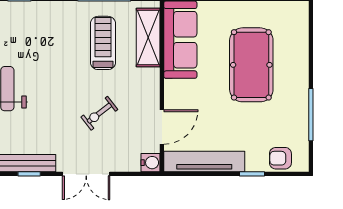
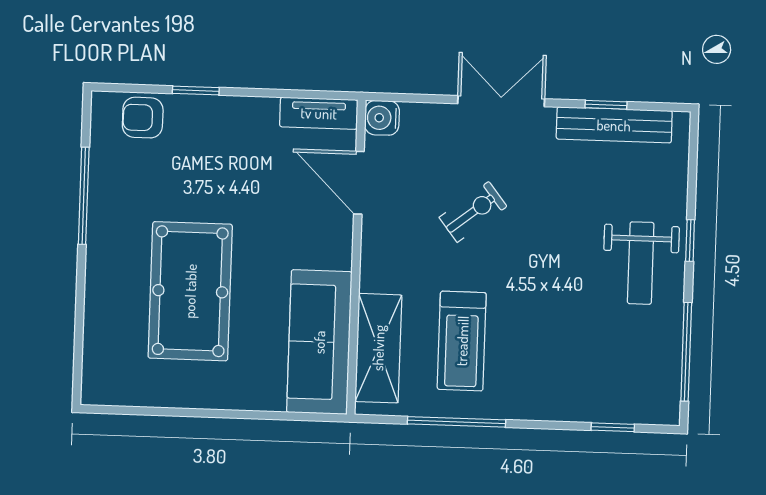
door: (162, 127) -> (359, 183), hinge flipped
armchair: (280, 158) -> (143, 118), turned 180
tv unit: (204, 162) -> (319, 113), width x0.52, depth x0.78

